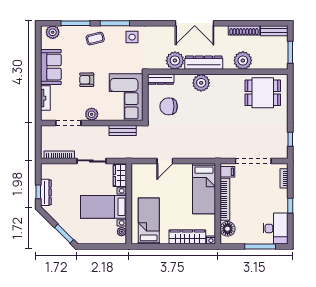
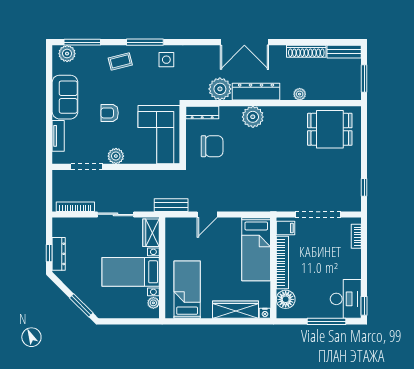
window: (76, 23) -> (82, 42), moved
plant: (243, 60) -> (300, 94), width x0.53, depth x0.53
chair: (169, 106) -> (212, 146), turned 180
bench: (123, 130) -> (171, 205), moved
window: (290, 206) -> (364, 306), moved

